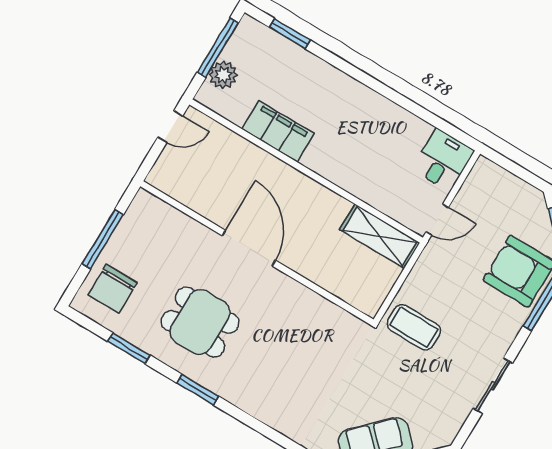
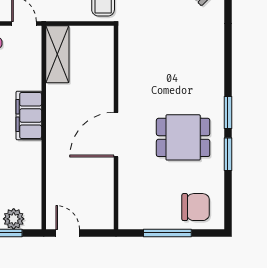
filing cabinet: (278, 131) -> (29, 115), moved
dining table: (200, 322) -> (183, 137), turned 90
window: (129, 348) -> (228, 154), moved

